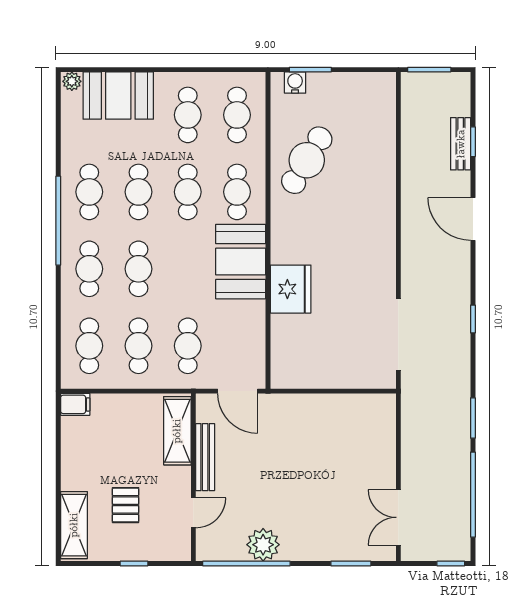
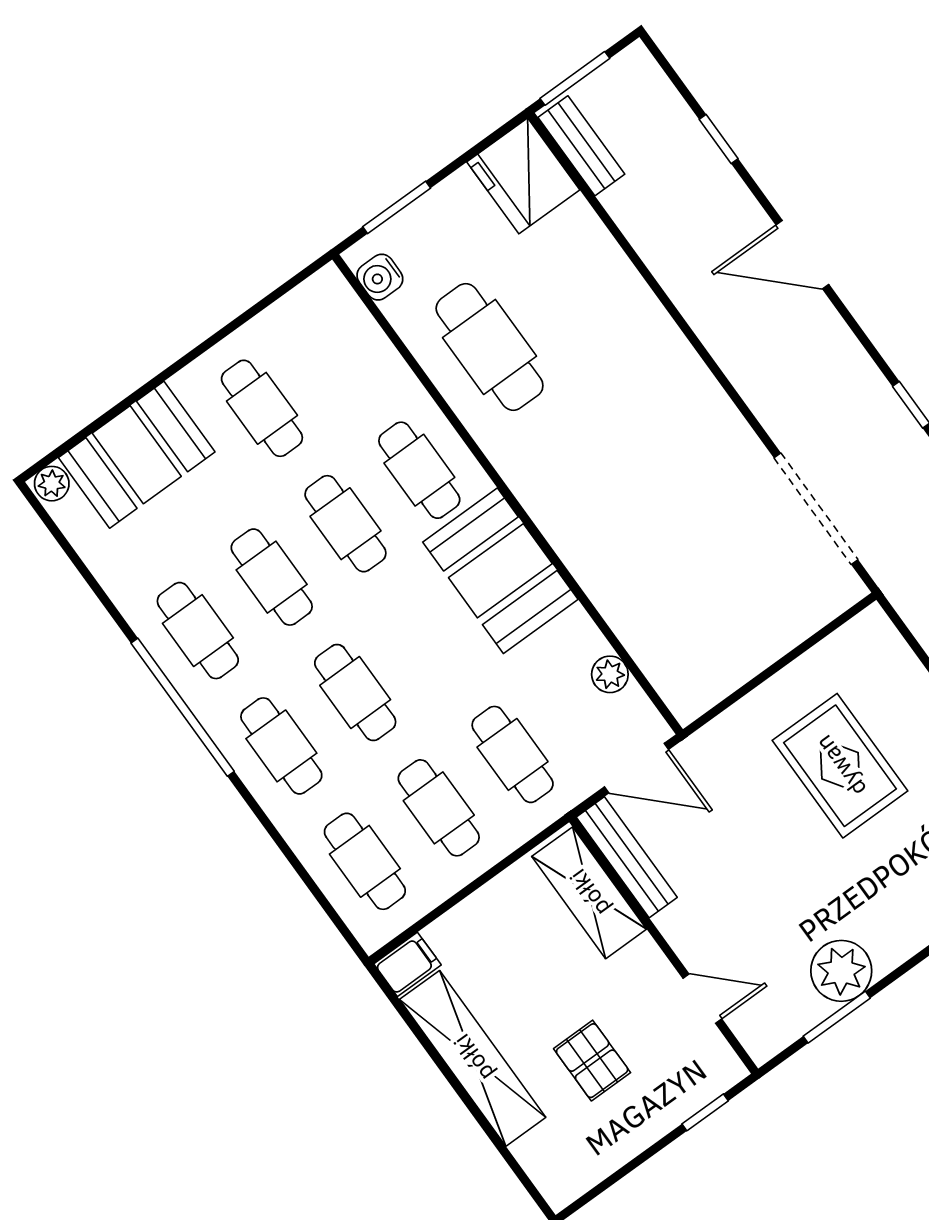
water cooler: (295, 83) -> (380, 277), moved, turned -90
cafe table: (237, 115) -> (336, 355), removed
bench: (461, 144) -> (581, 146), moved
cafe table: (307, 160) -> (490, 347), turned -31
fridge: (291, 289) -> (523, 176), moved, turned 180
plant: (256, 342) -> (610, 674), added
rug: (327, 455) -> (840, 766), added
bench: (205, 457) -> (627, 857), moved
door: (193, 513) -> (702, 999), hinge flipped
shelving: (74, 525) -> (473, 1058), moved, width x1.47
window: (134, 563) -> (705, 1112), moved
window: (246, 563) -> (837, 1017), width x0.47

